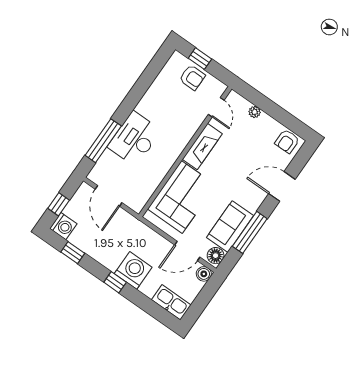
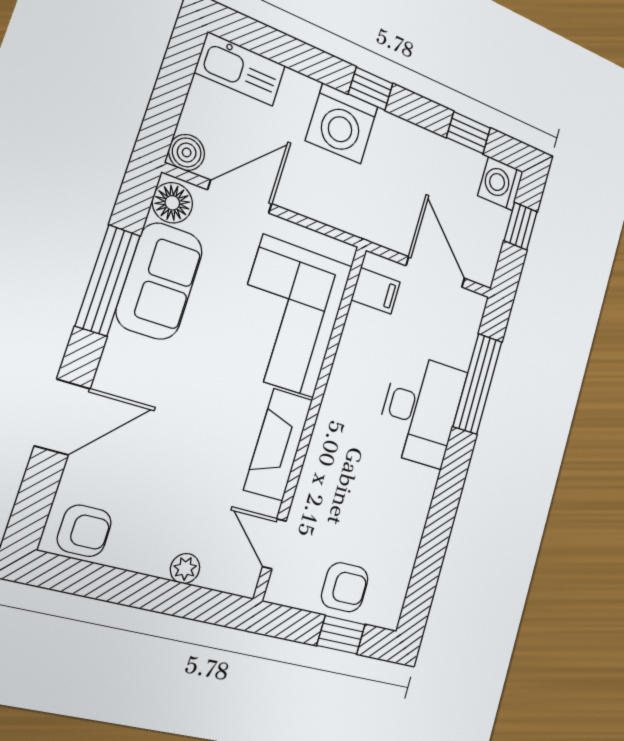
armchair: (192, 77) -> (345, 587), turned 180
armchair: (287, 141) -> (84, 531), turned 90
filing cabinet: (140, 196) -> (376, 291), added

